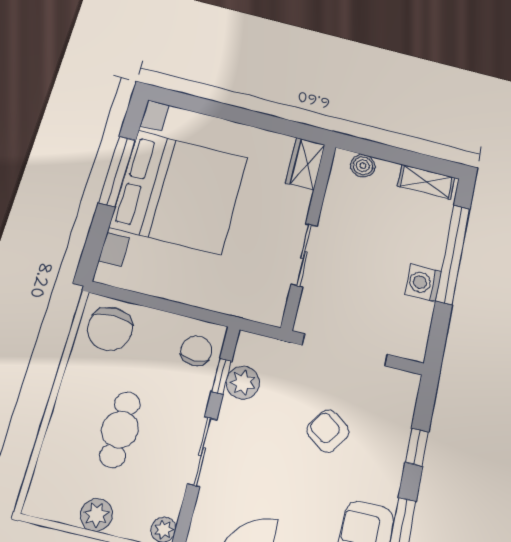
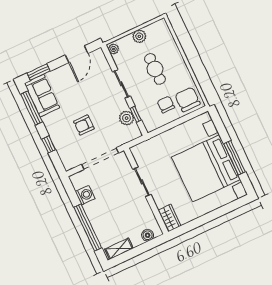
washing machine: (423, 283) -> (85, 195), moved
chair: (196, 351) -> (166, 104), moved, turned 180
armchair: (328, 431) -> (84, 125), turned 145

